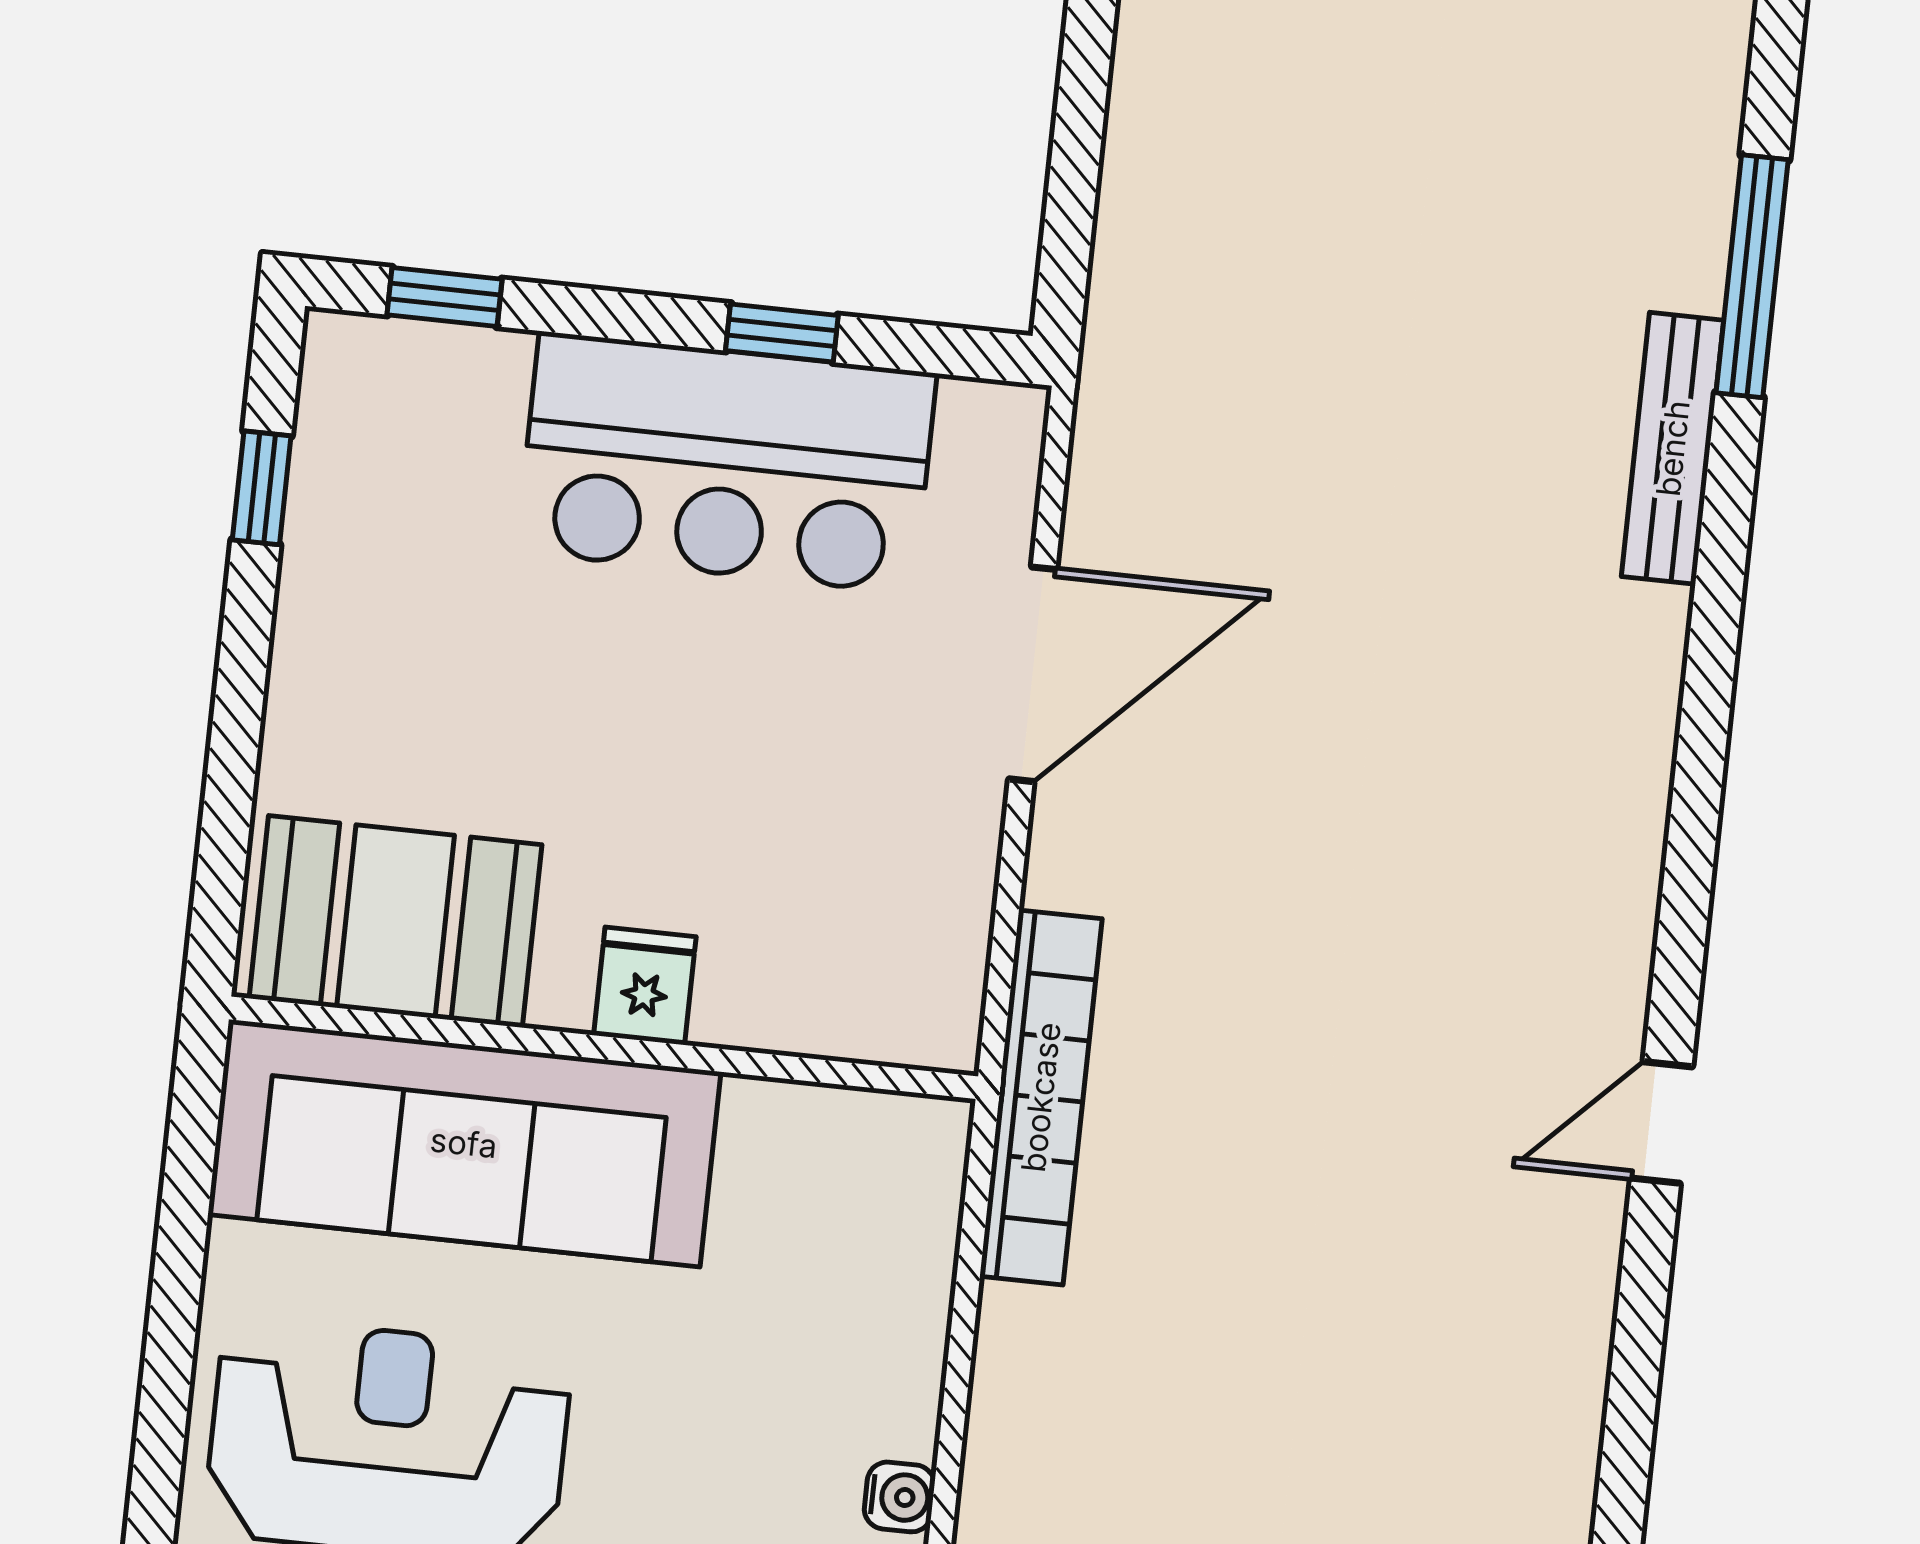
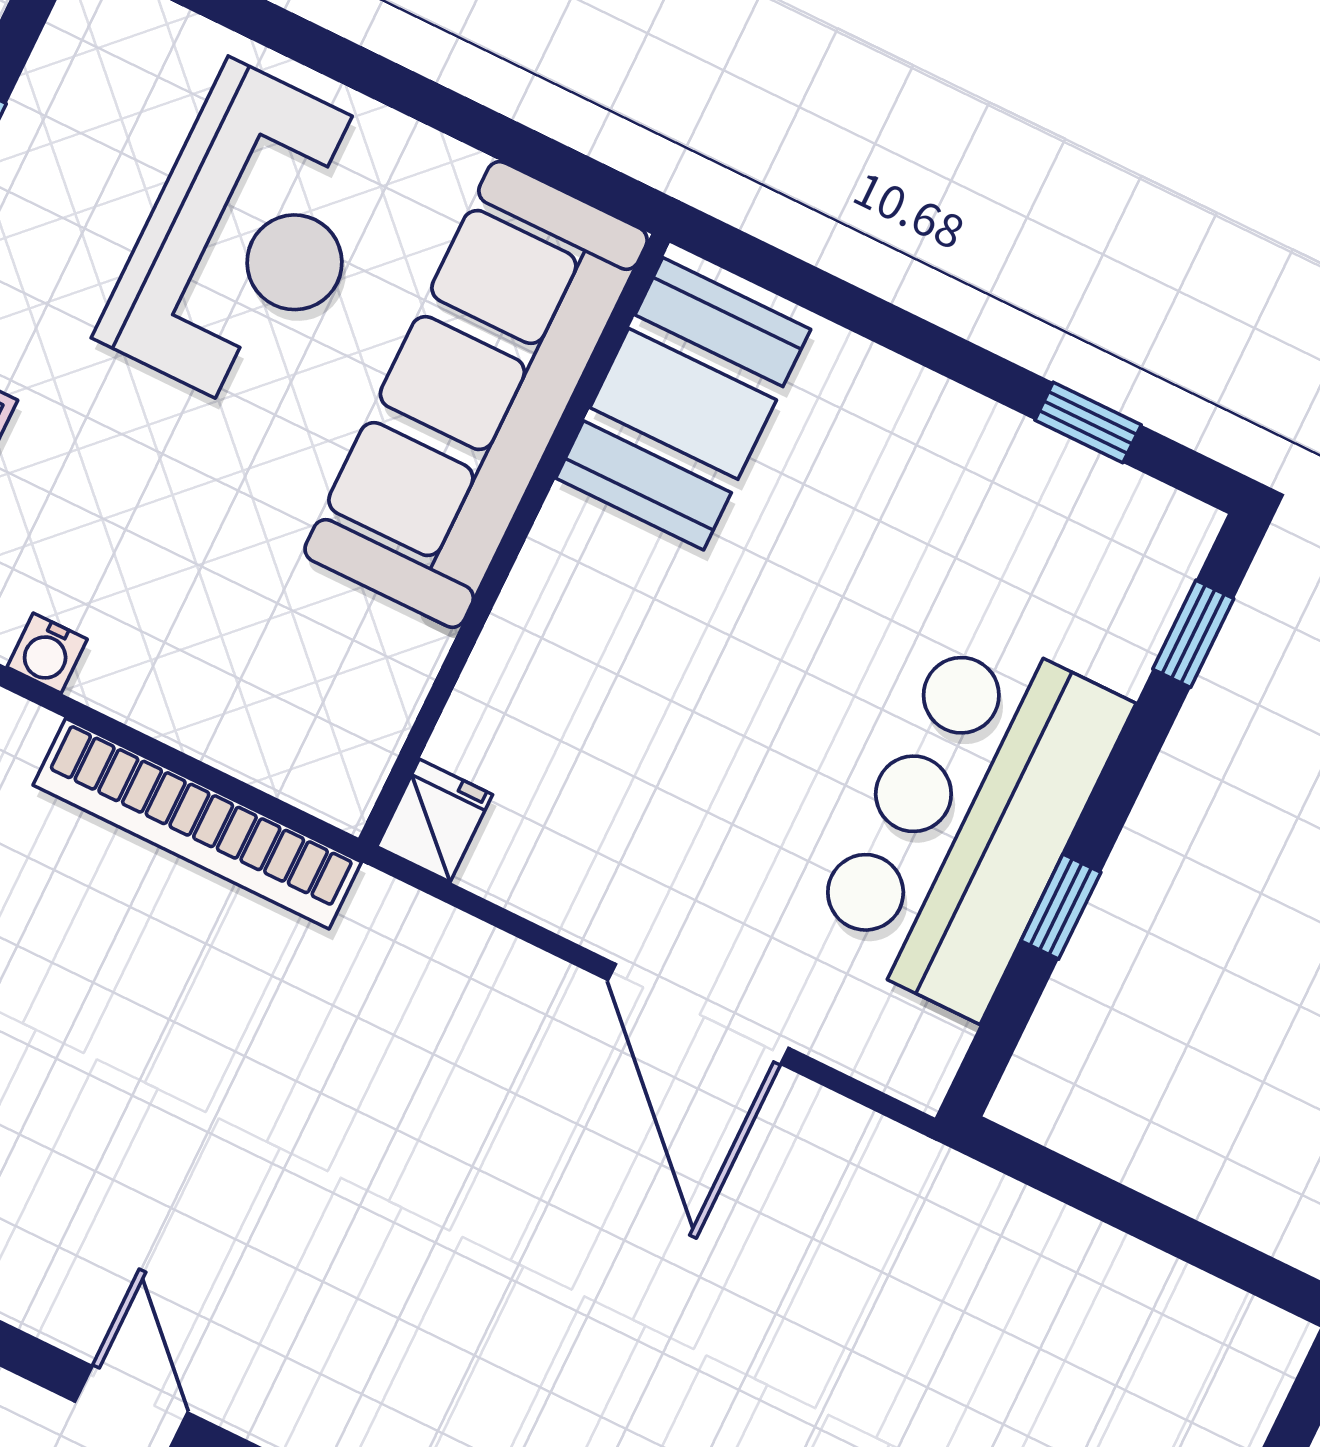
fridge: (645, 986) -> (435, 821), moved, turned -90
bookcase: (1041, 1097) -> (197, 824), moved

